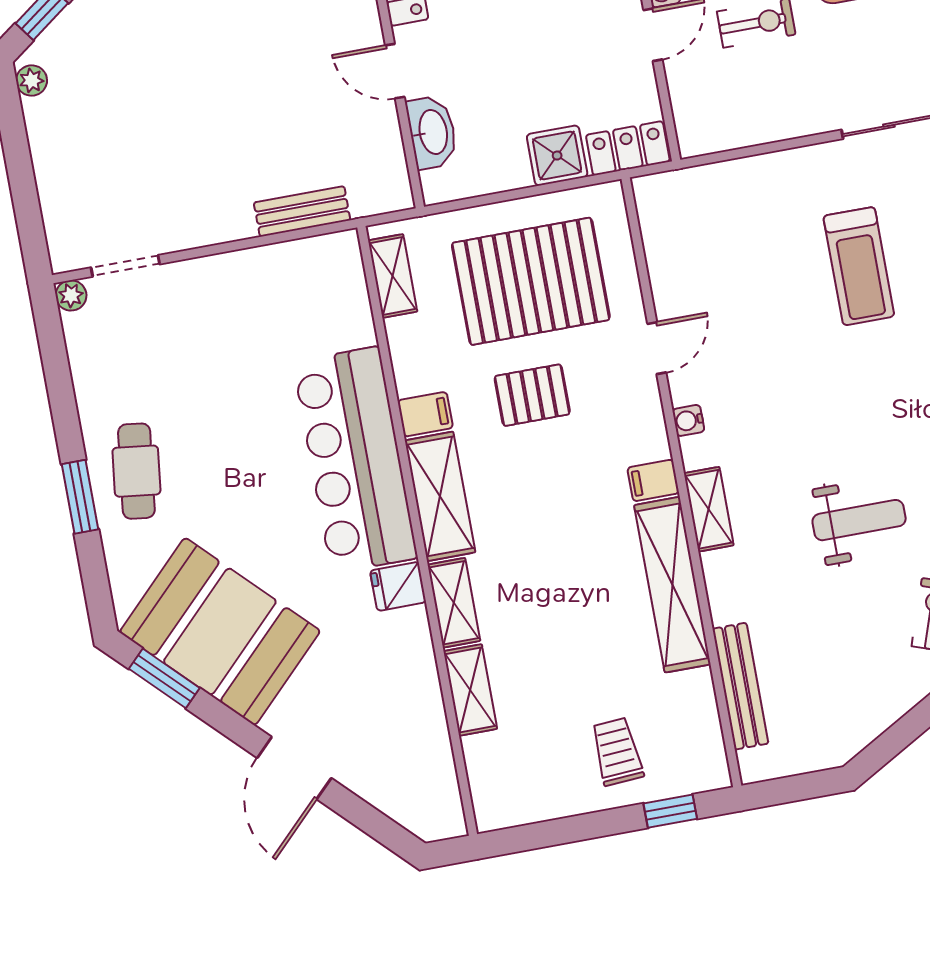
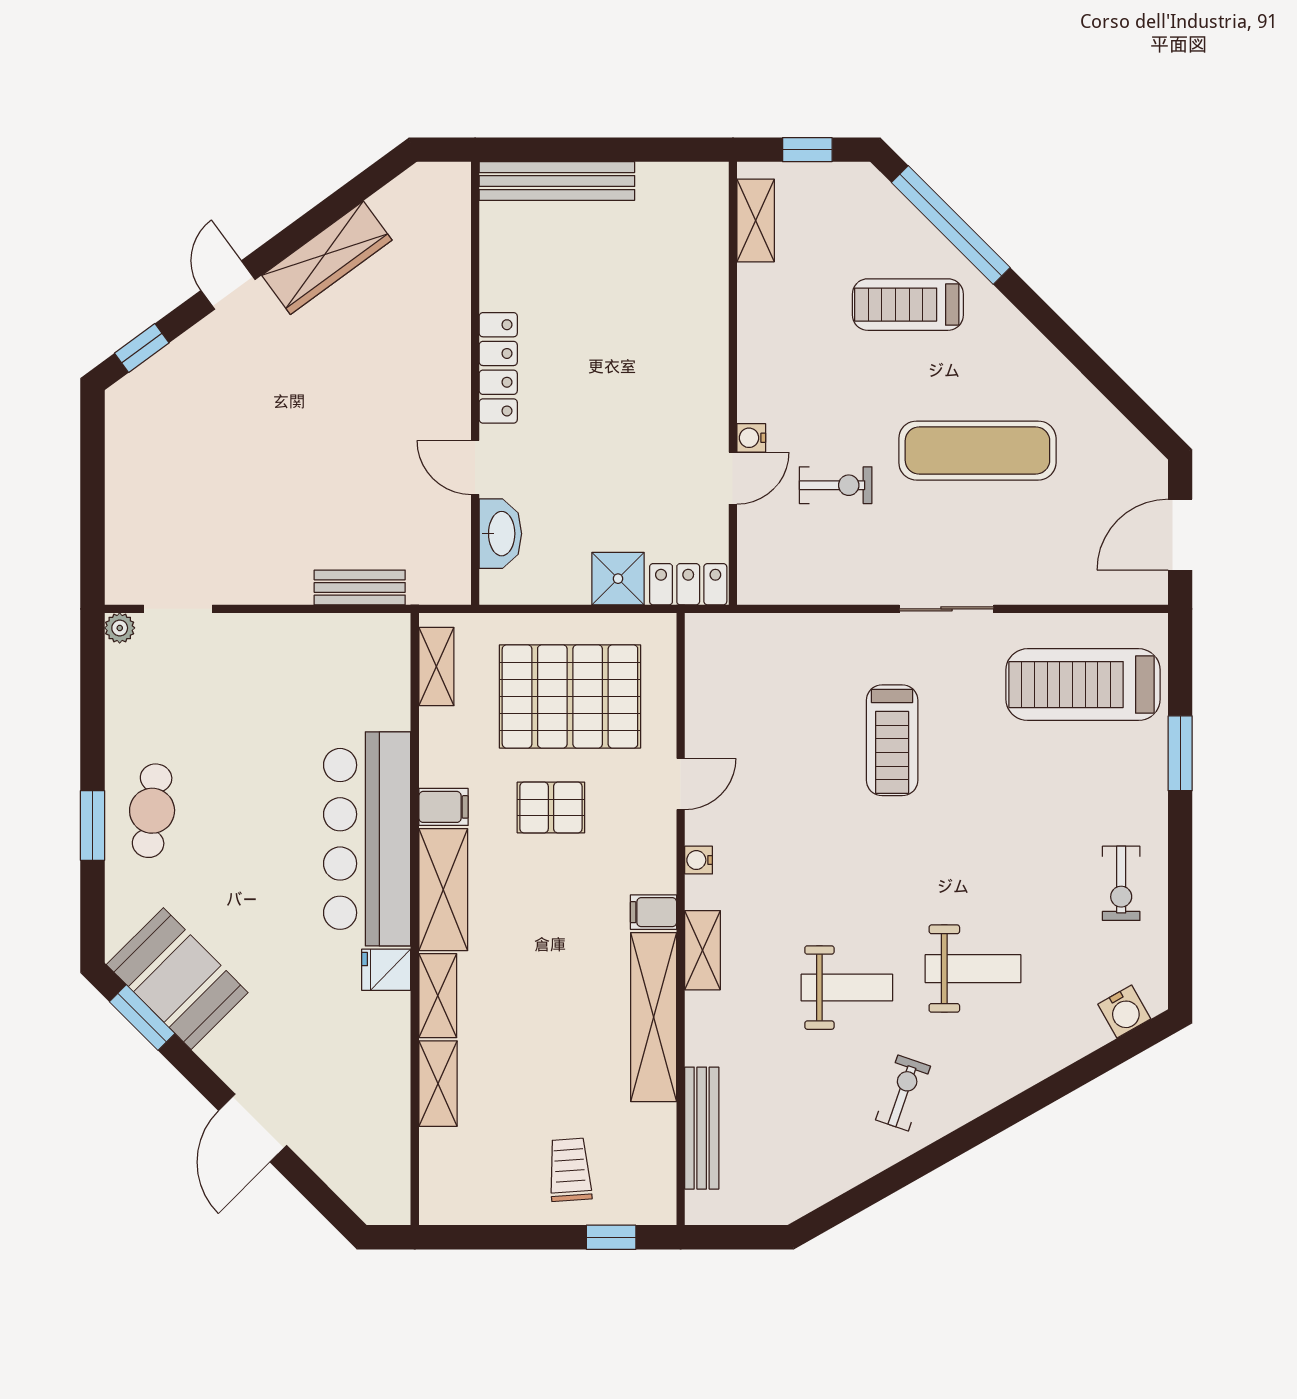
plant: (32, 81) -> (120, 412), removed
booth: (220, 632) -> (177, 979), width x0.73, depth x0.70

